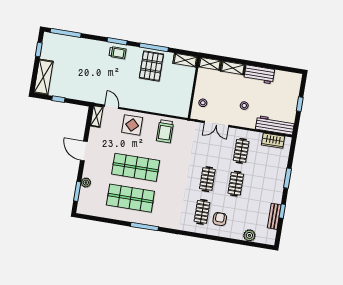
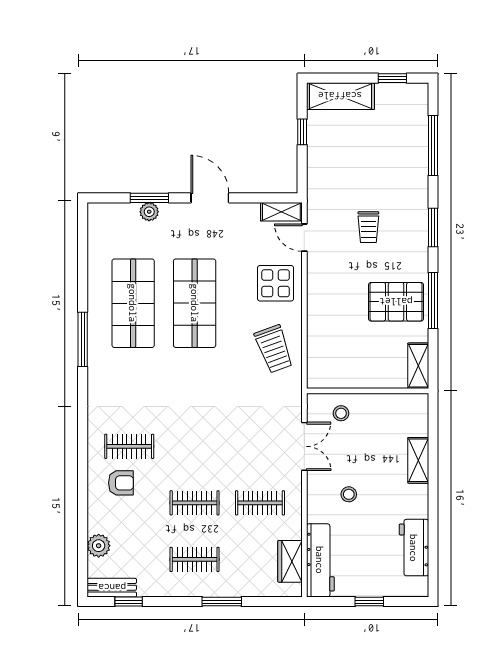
window: (66, 33) -> (433, 146), moved
trolley: (118, 53) -> (368, 227), moved
shelving: (210, 64) -> (419, 414), removed
workbench: (259, 74) -> (414, 548), moved
door: (112, 107) -> (304, 238), swing flipped
double door: (216, 124) -> (304, 446), swing flipped
trolley: (165, 131) -> (274, 349), turned -110
door: (84, 151) -> (210, 198), hinge flipped
clothes rail: (207, 179) -> (195, 559), moved
window: (77, 191) -> (149, 198), moved
window: (282, 211) -> (129, 602), moved
bench: (274, 216) -> (112, 588), moved

